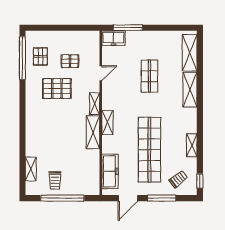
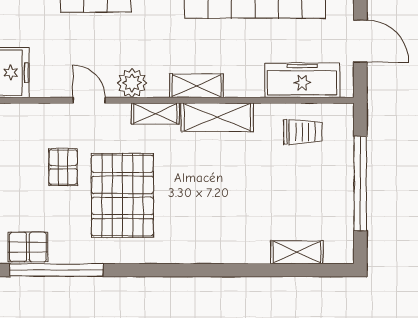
pallet: (40, 56) -> (28, 247), moved
pallet: (57, 89) -> (122, 195), width x1.37, depth x1.41
plant: (109, 93) -> (132, 83), added
trolley: (55, 181) -> (303, 132), moved

